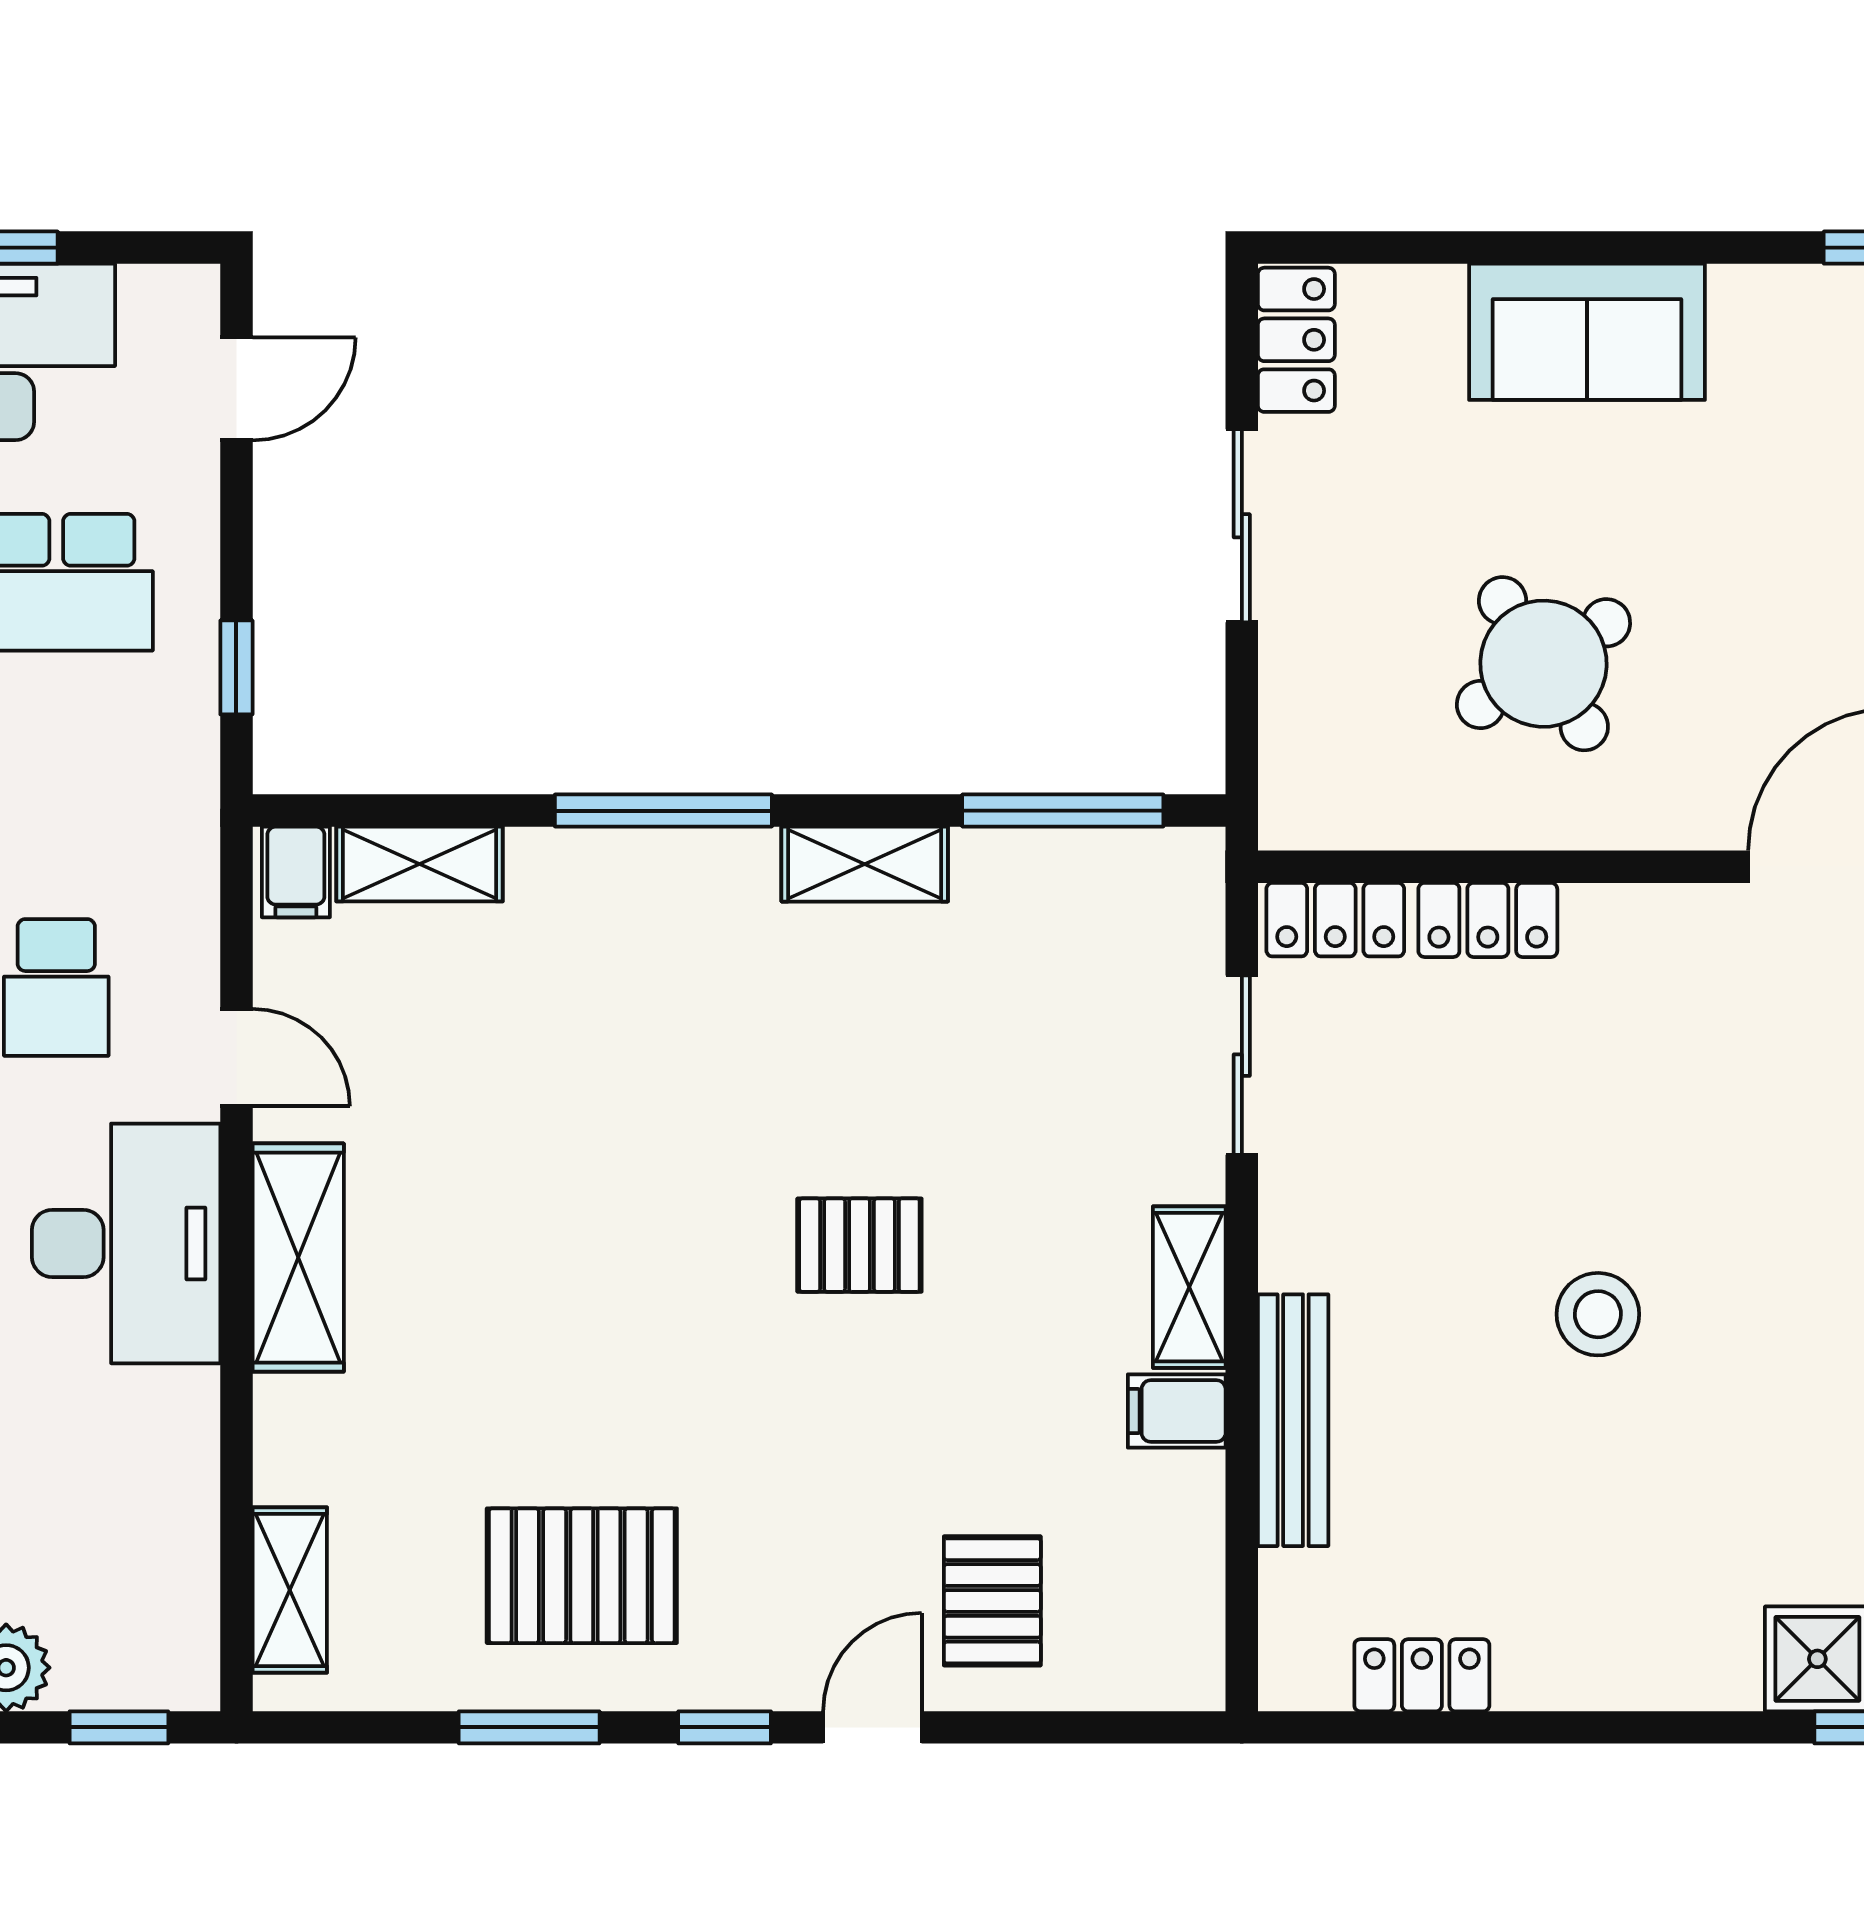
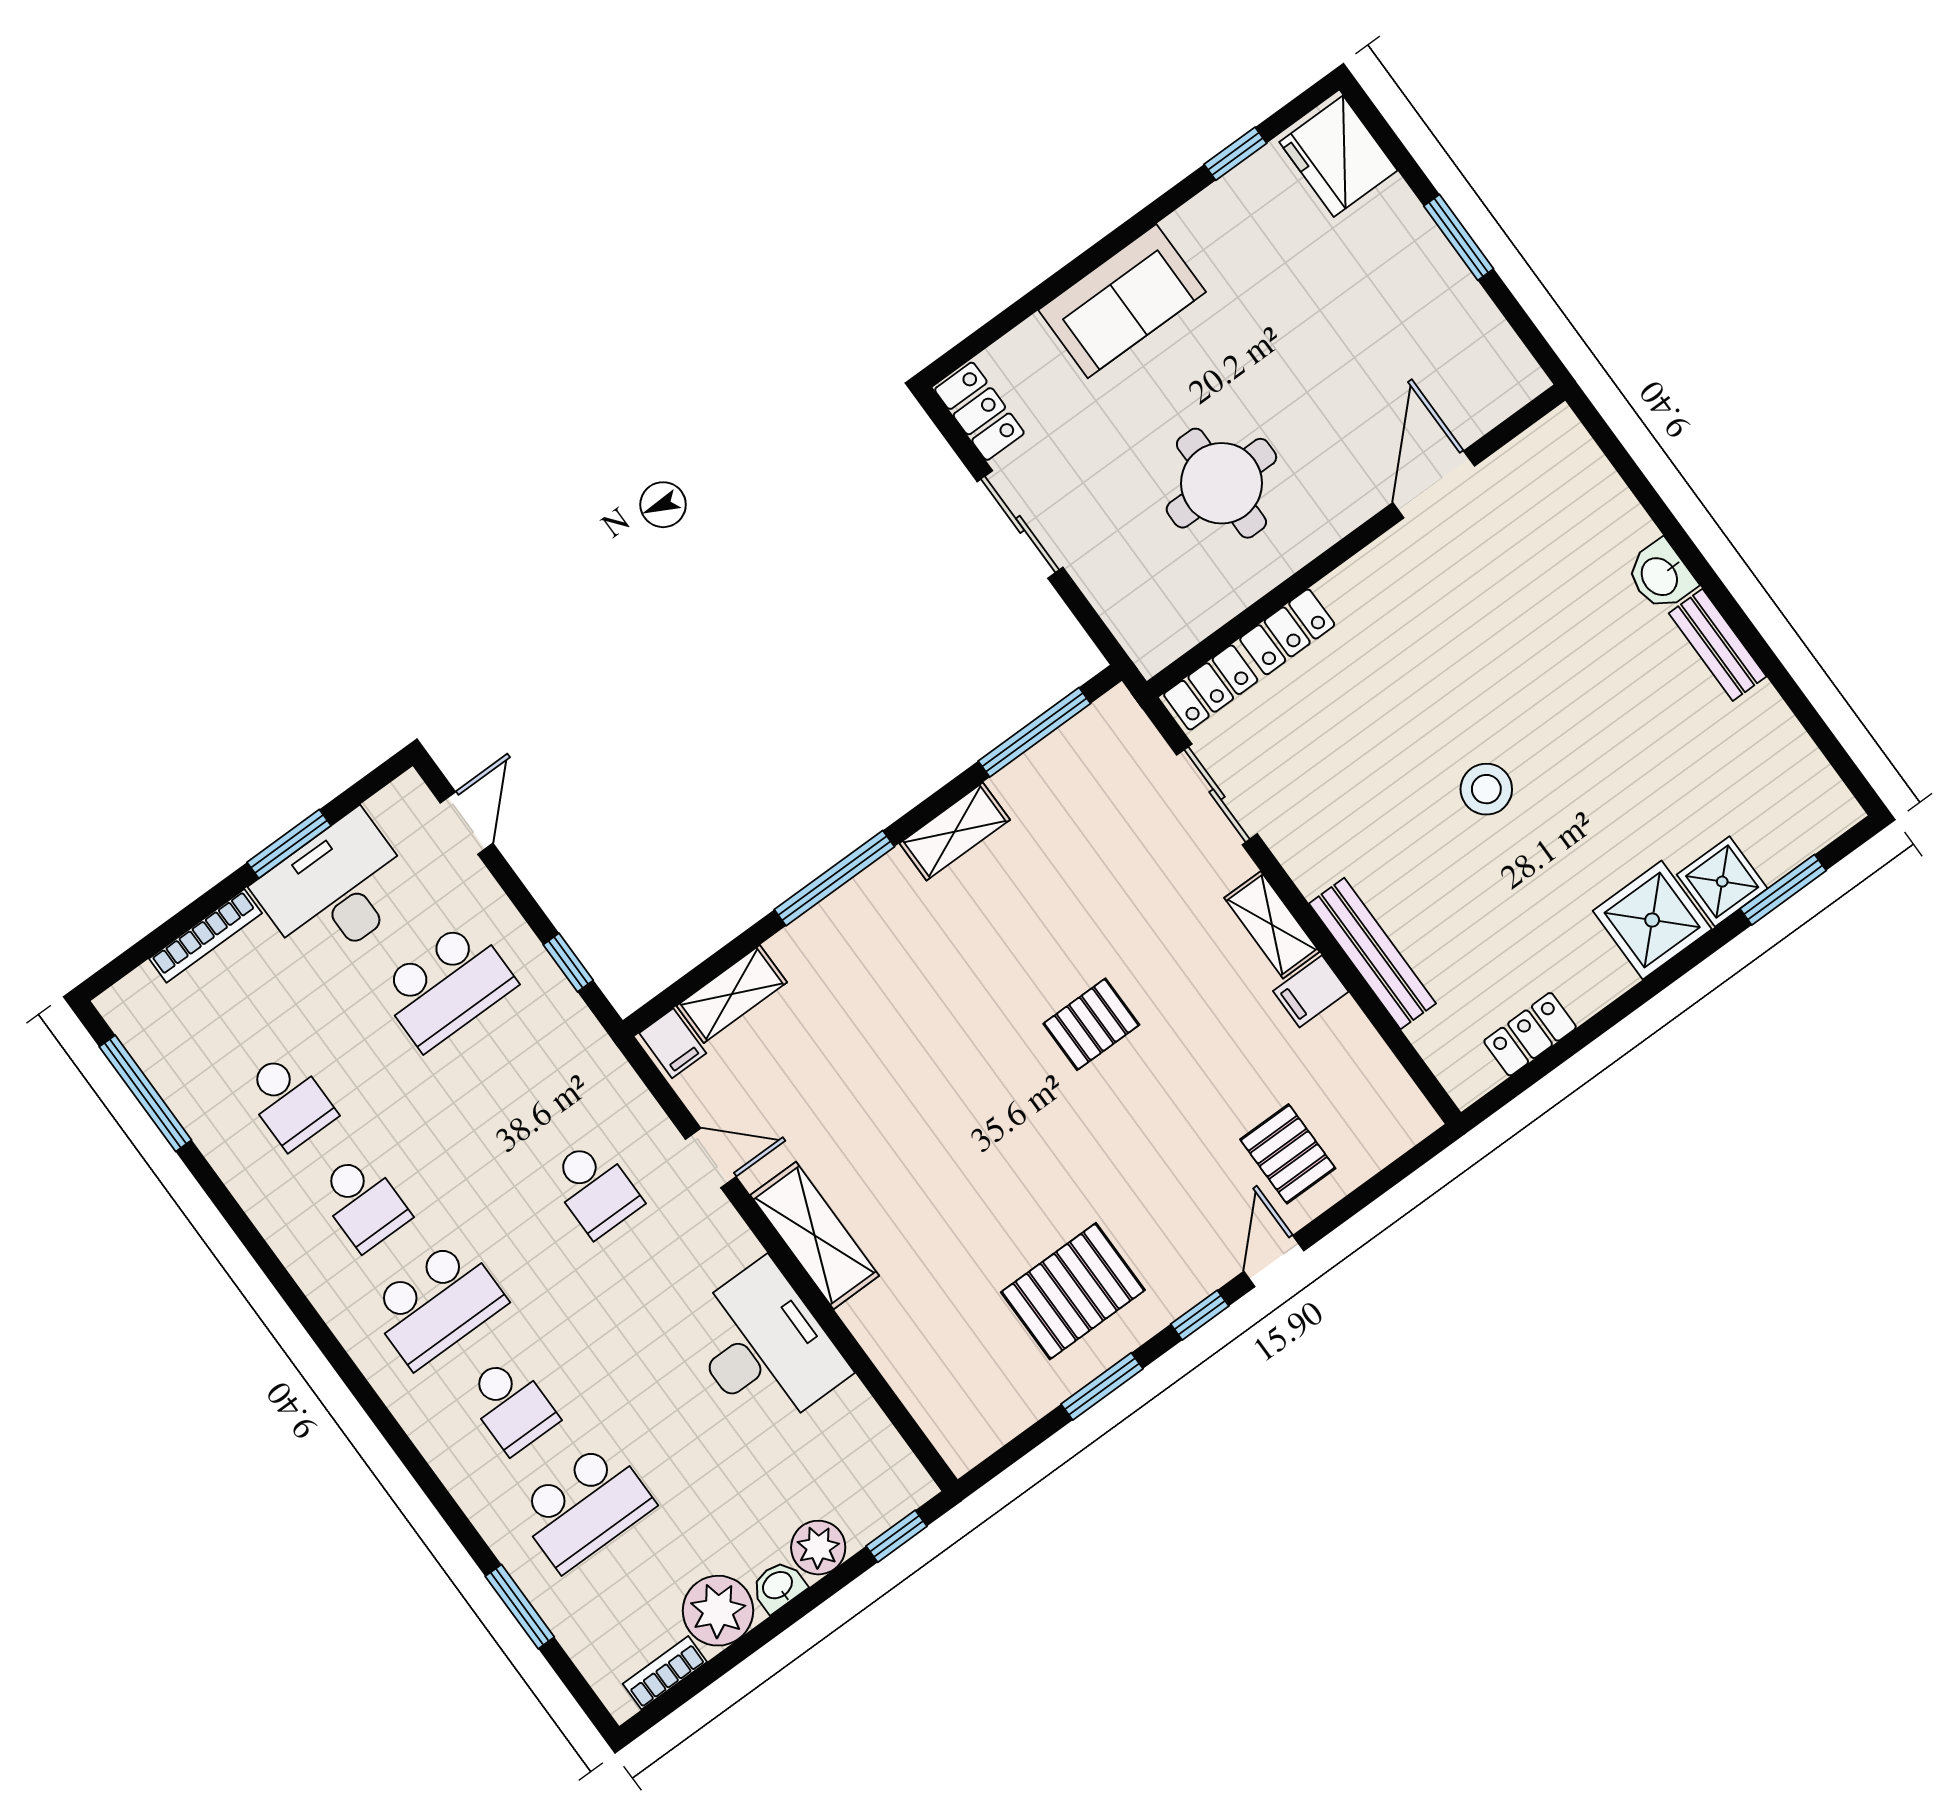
round table: (1543, 664) -> (1221, 483), turned 33
desk: (126, 1243) -> (764, 1347), moved
shelving: (290, 1590) -> (932, 1405), removed
shower: (1690, 1642) -> (1652, 920), added

